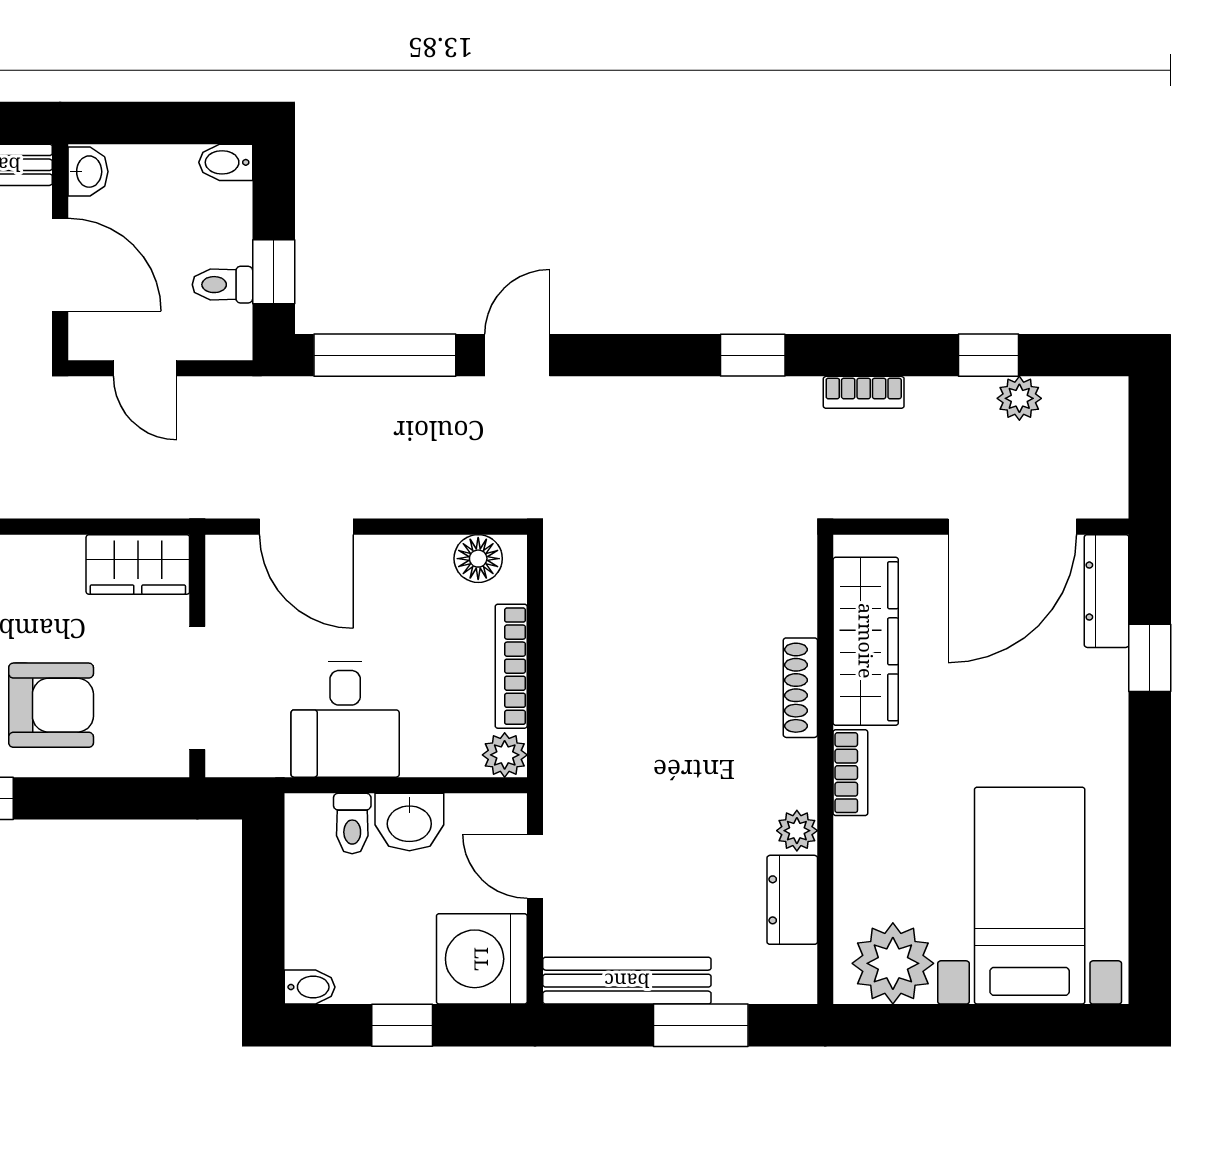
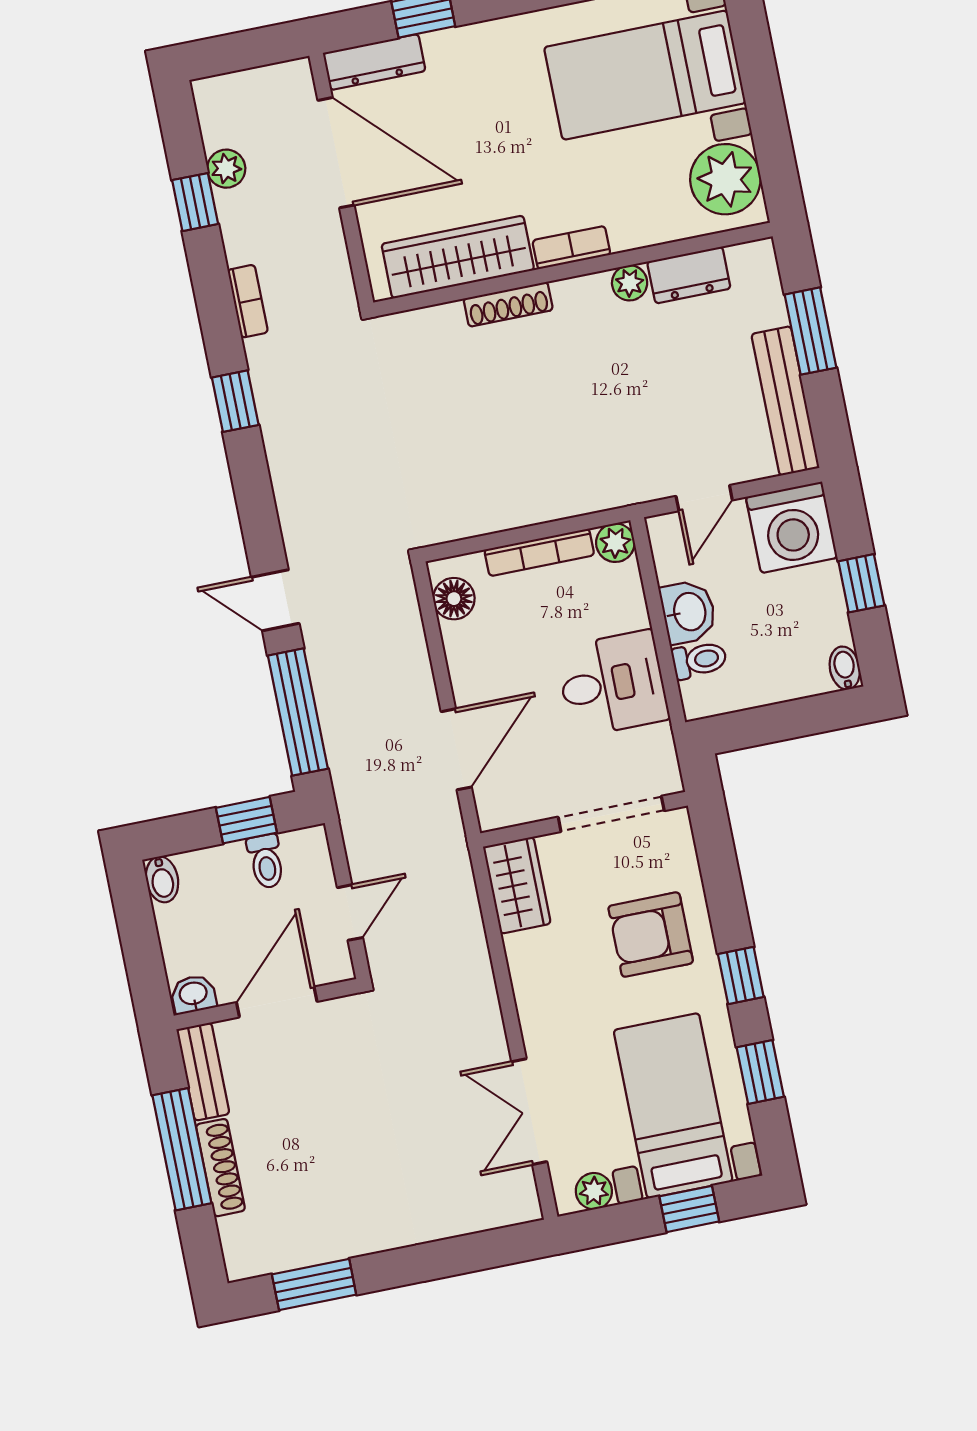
armchair: (51, 705) -> (651, 935), turned -90

